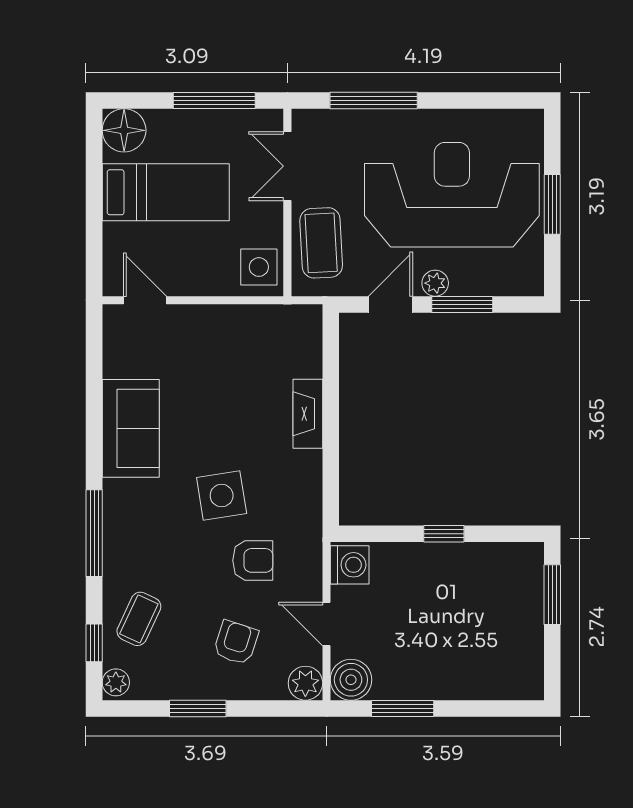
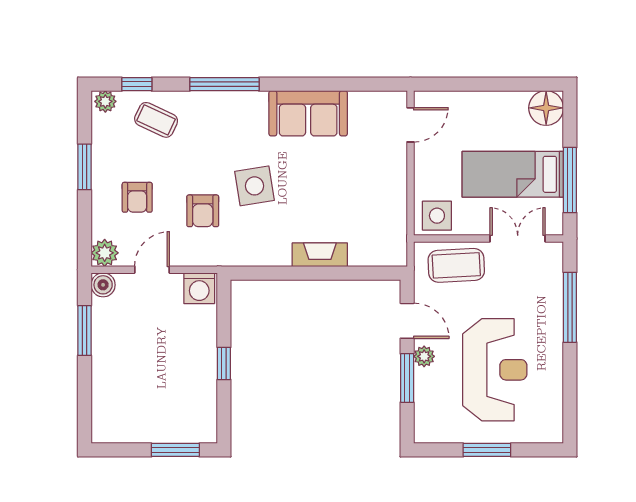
bed: (166, 192) -> (513, 174), moved, turned 90
reception desk: (452, 195) -> (495, 370), width x0.74, depth x0.77
armchair: (236, 643) -> (137, 197), turned 72
boiler: (351, 680) -> (103, 285), width x0.73, depth x0.73

